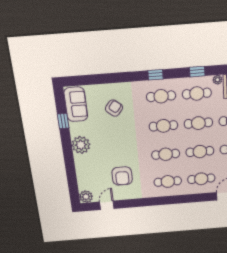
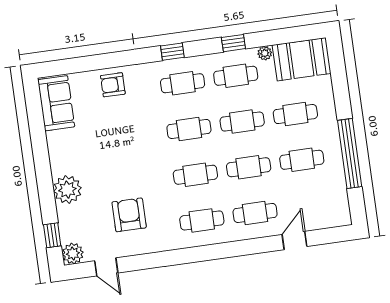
armchair: (114, 108) -> (113, 85), moved, turned -129
window: (63, 121) -> (52, 235), moved
plant: (81, 145) -> (67, 190), moved
armchair: (122, 176) -> (129, 215), turned 180
door: (107, 205) -> (106, 267), swing flipped

